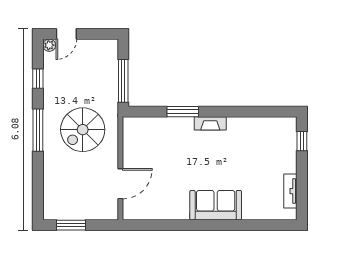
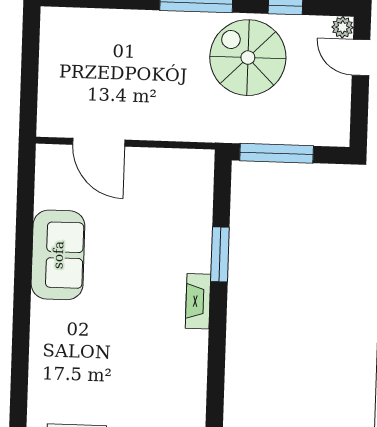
spiral stairs: (83, 130) -> (248, 58), moved
sofa: (216, 205) -> (58, 255), moved
window: (71, 225) -> (30, 55), removed

